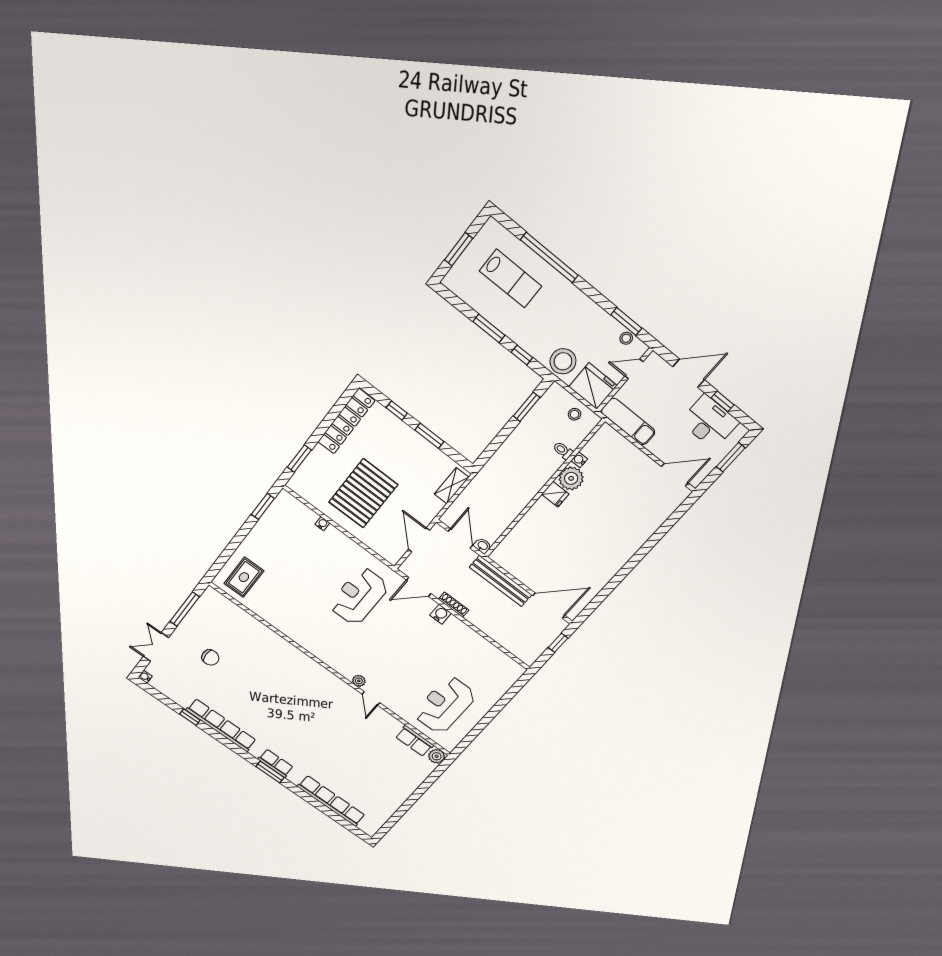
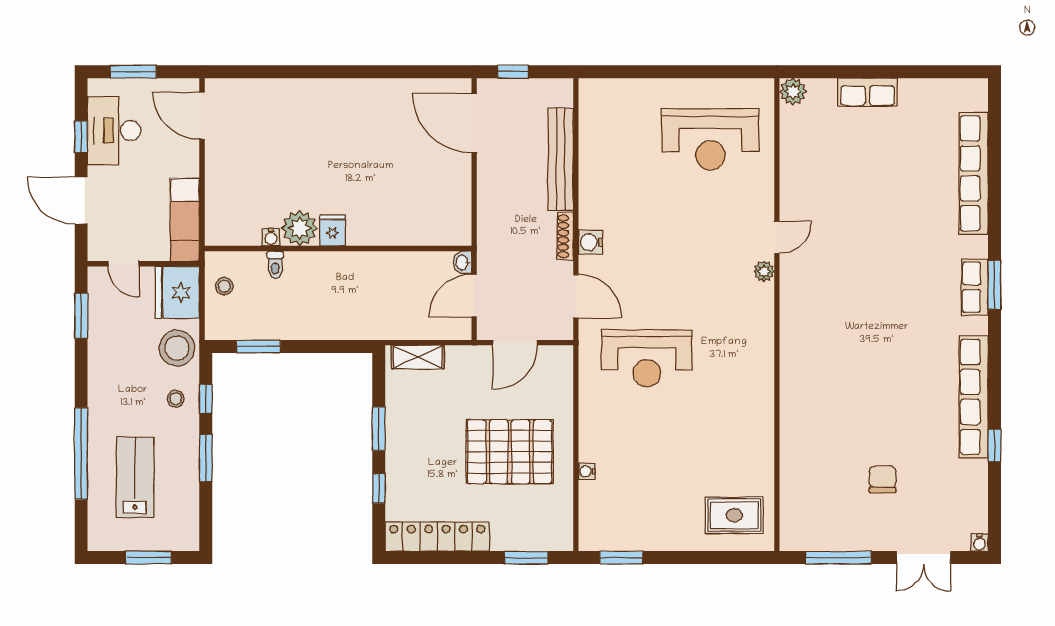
stool: (626, 338) -> (176, 399), moved
bench: (501, 581) -> (561, 159), moved
row of seats: (414, 741) -> (867, 92), moved, turned 90

